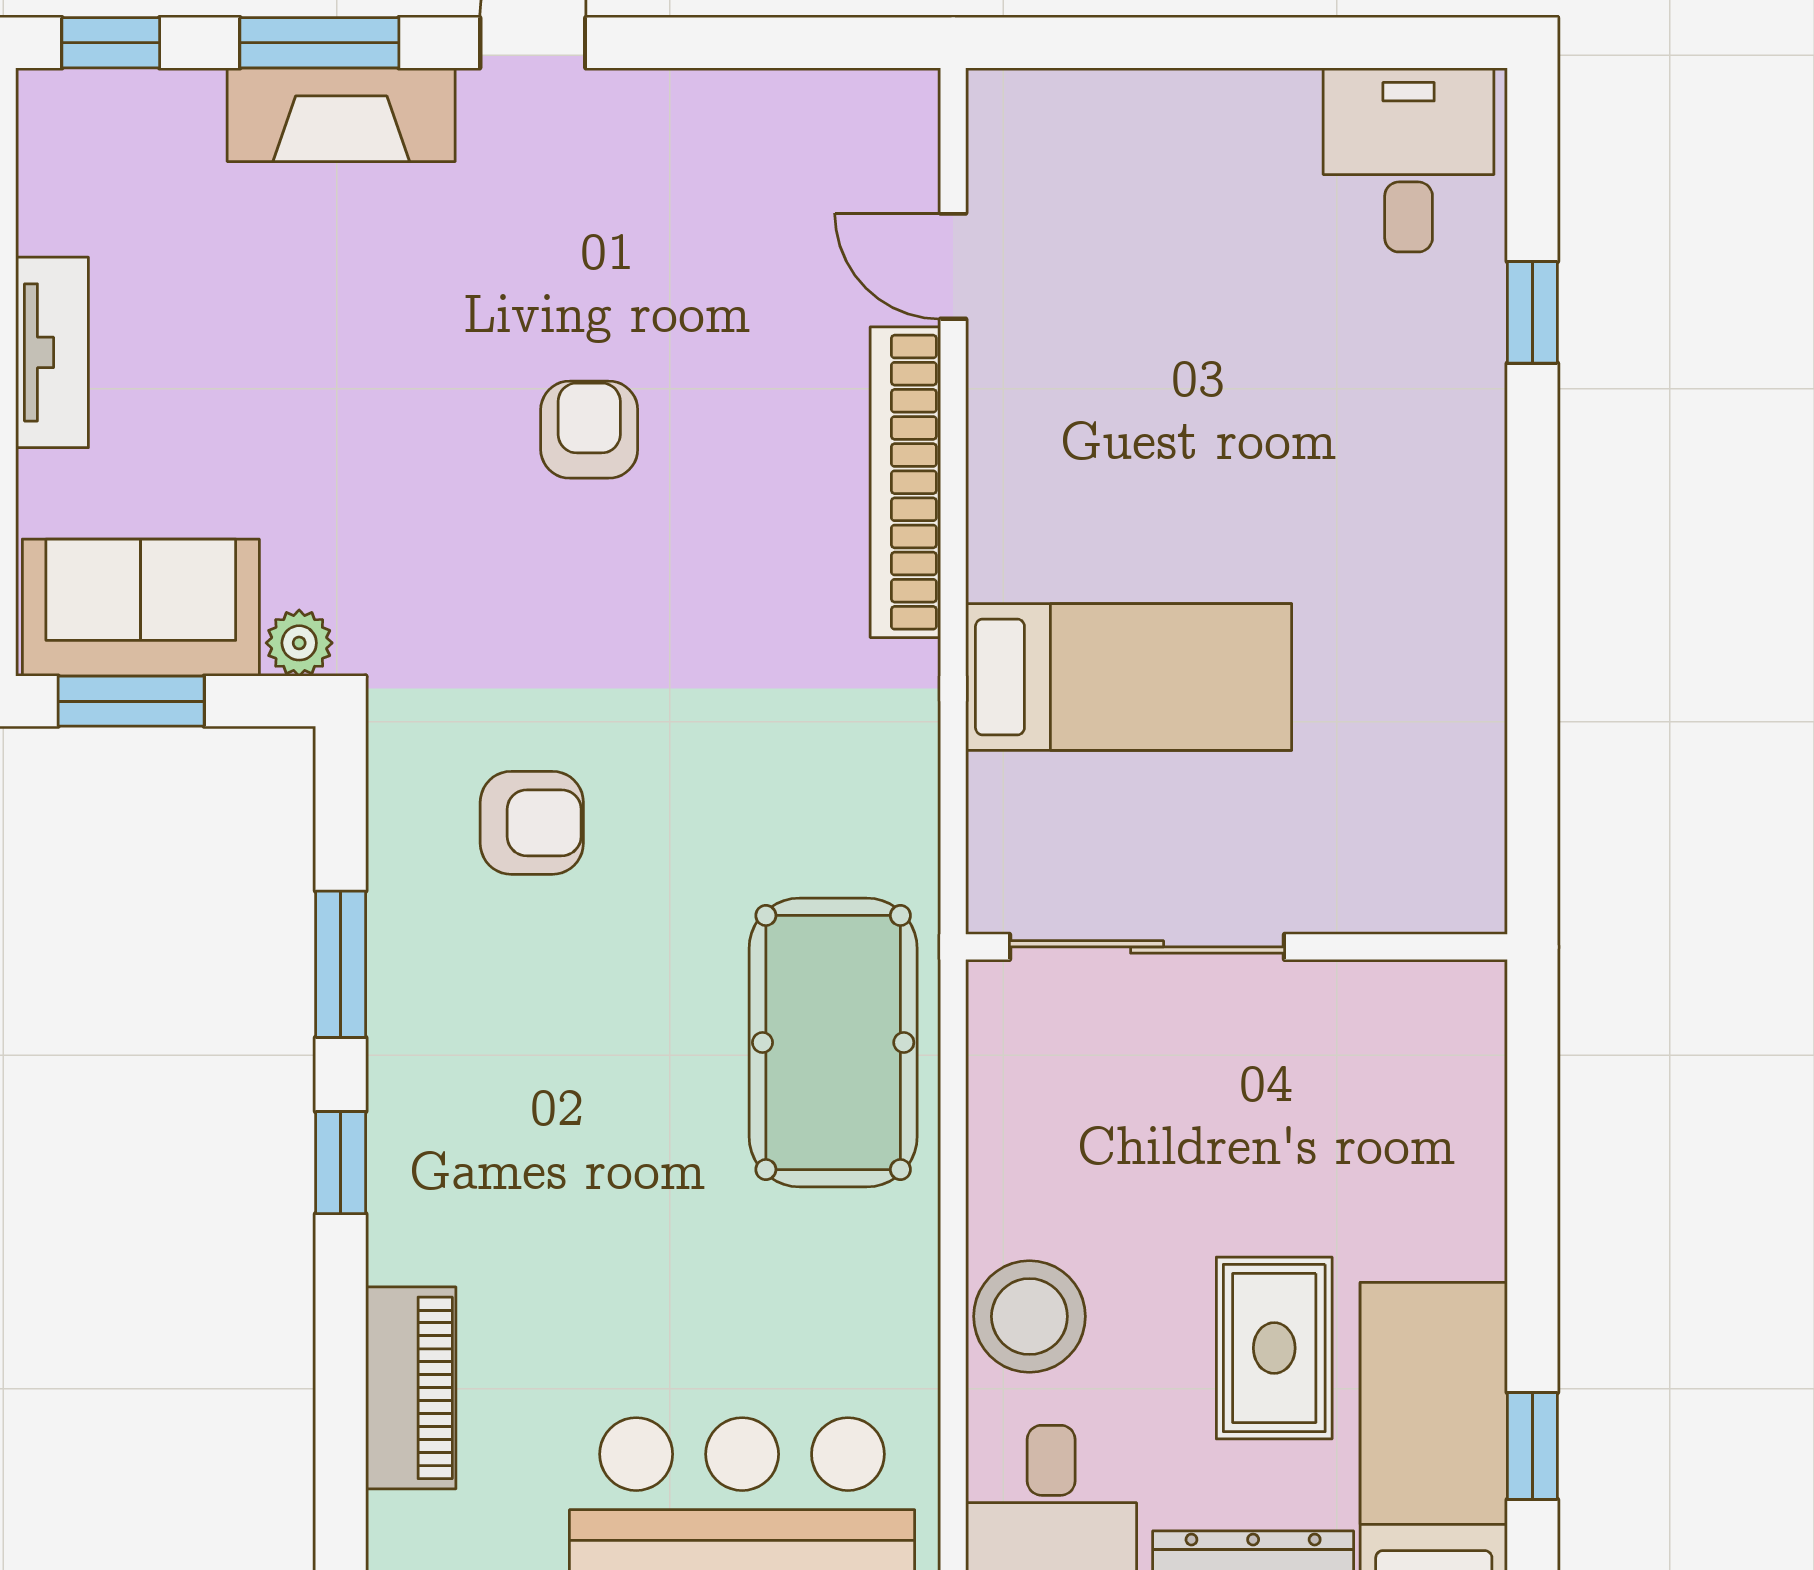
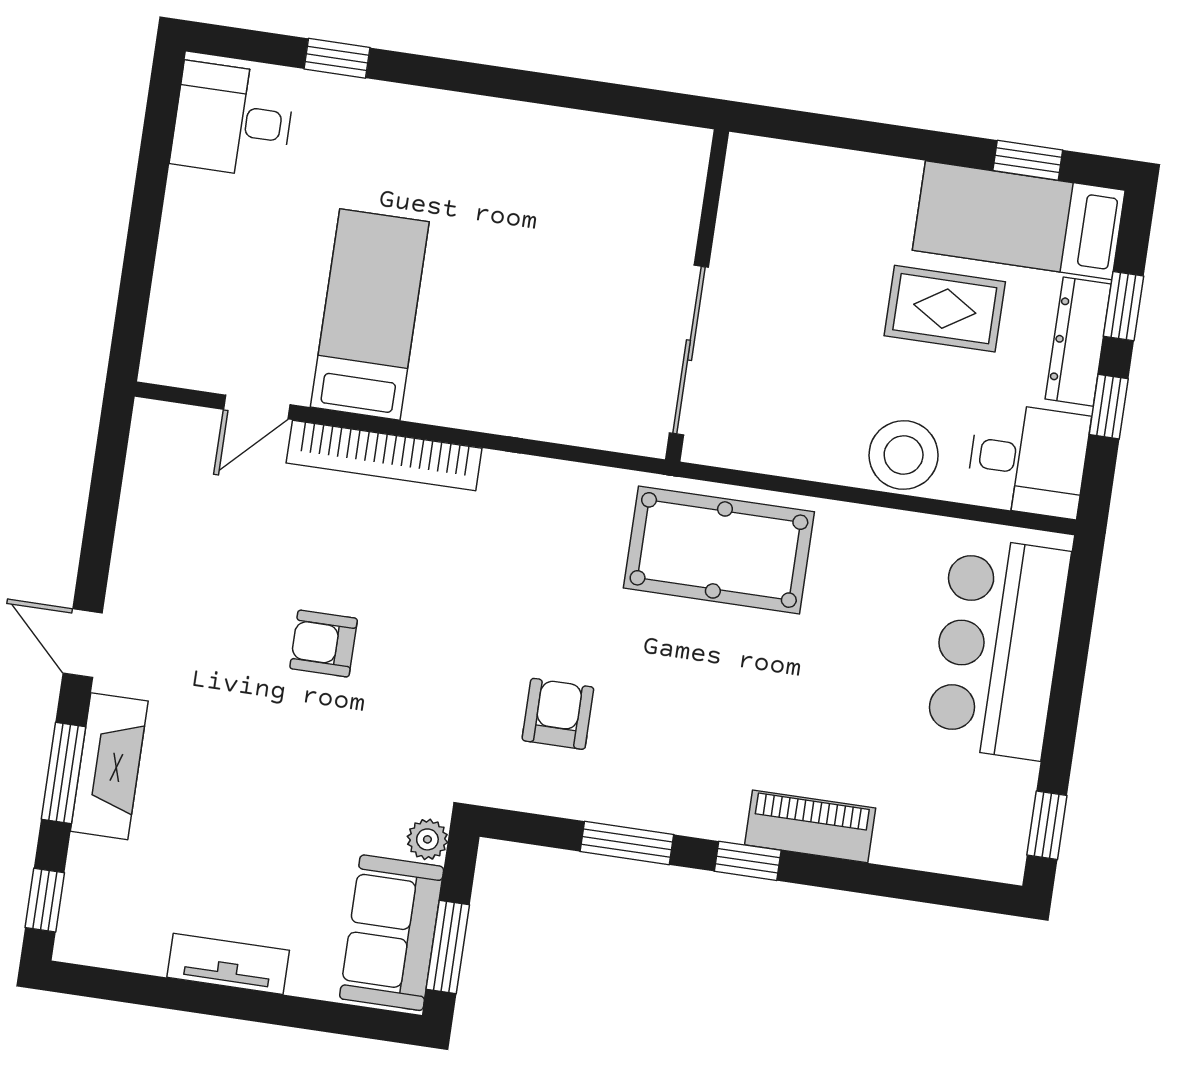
bed: (1129, 677) -> (370, 314), moved
piano: (411, 1388) -> (810, 826), moved

